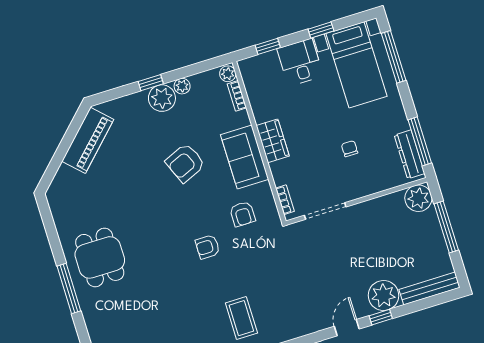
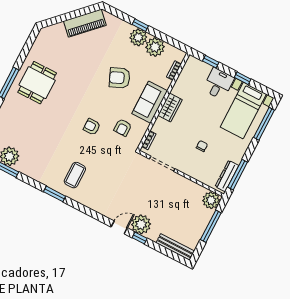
plant: (228, 74) -> (180, 56), removed
plant: (182, 86) -> (155, 47), width x1.87, depth x1.87
plant: (383, 296) -> (141, 224), moved

